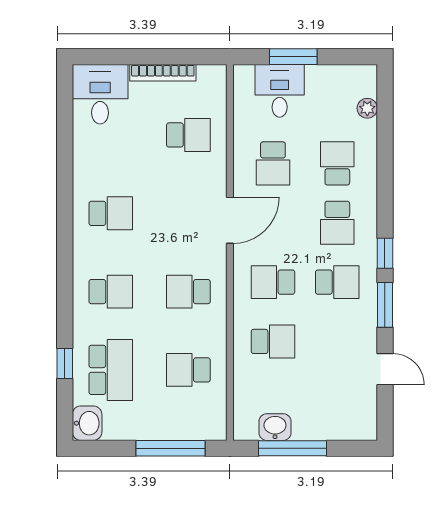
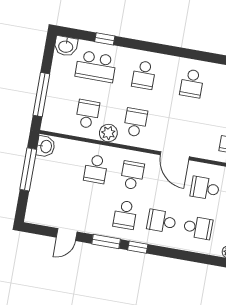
plant: (213, 332) -> (108, 133), added
washbasin: (275, 427) -> (46, 146), moved

